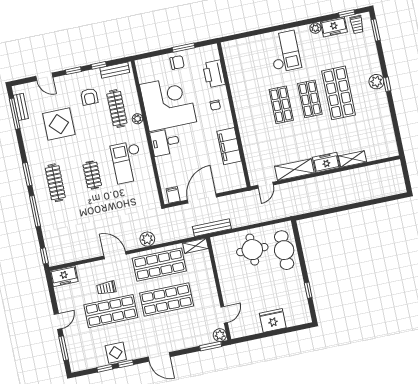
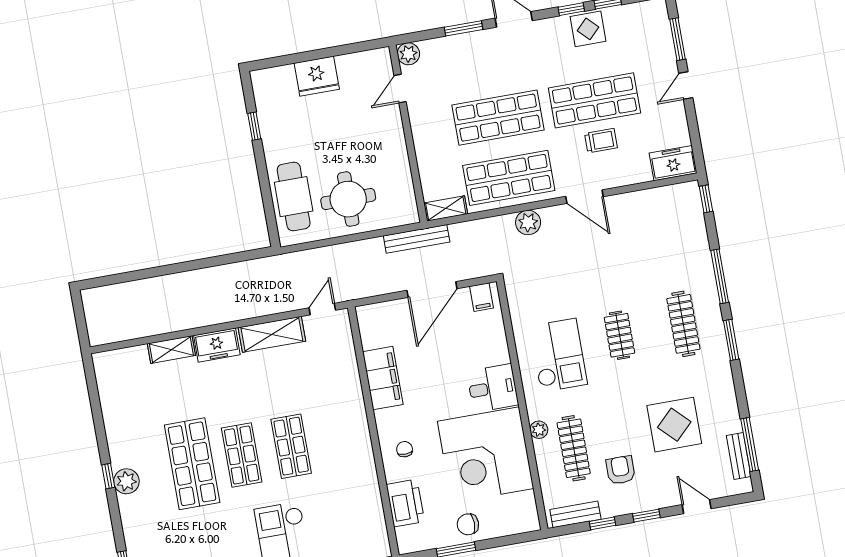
window: (211, 346) -> (463, 28), moved

